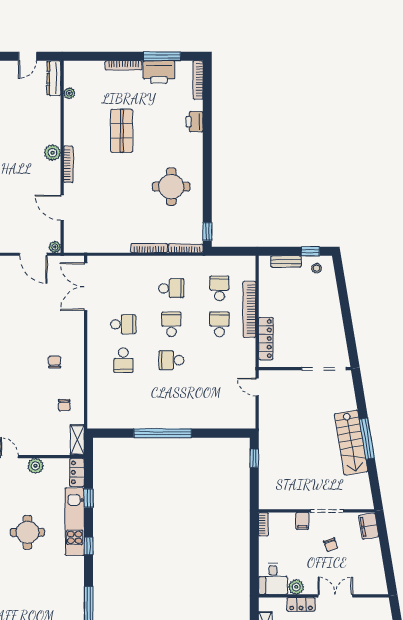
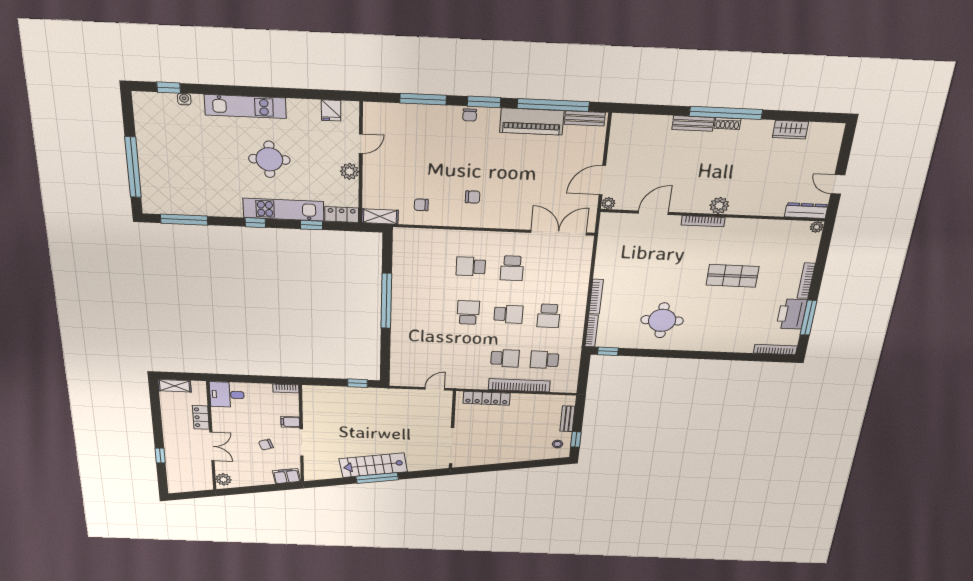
plant: (69, 93) -> (817, 227), moved
printer: (194, 122) -> (730, 345), removed
school desk: (219, 288) -> (544, 360), turned 180
plant: (296, 587) -> (223, 479), moved

